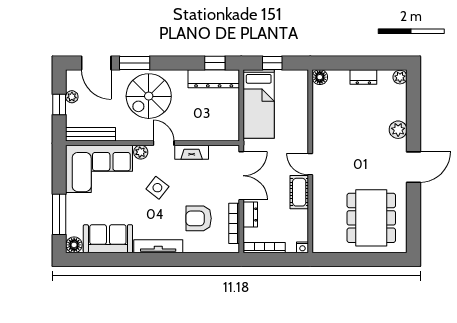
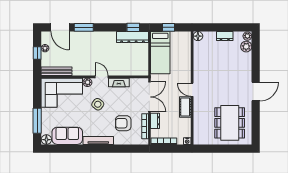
spiral stairs: (149, 96) -> (92, 48), removed
plant: (398, 130) -> (246, 47), moved

